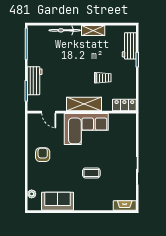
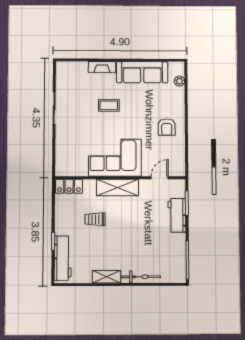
workbench: (129, 46) -> (63, 258), width x1.38
door: (49, 112) -> (160, 178), hinge flipped
sofa: (58, 201) -> (142, 72), width x1.36
fireplace: (125, 206) -> (102, 67), moved

